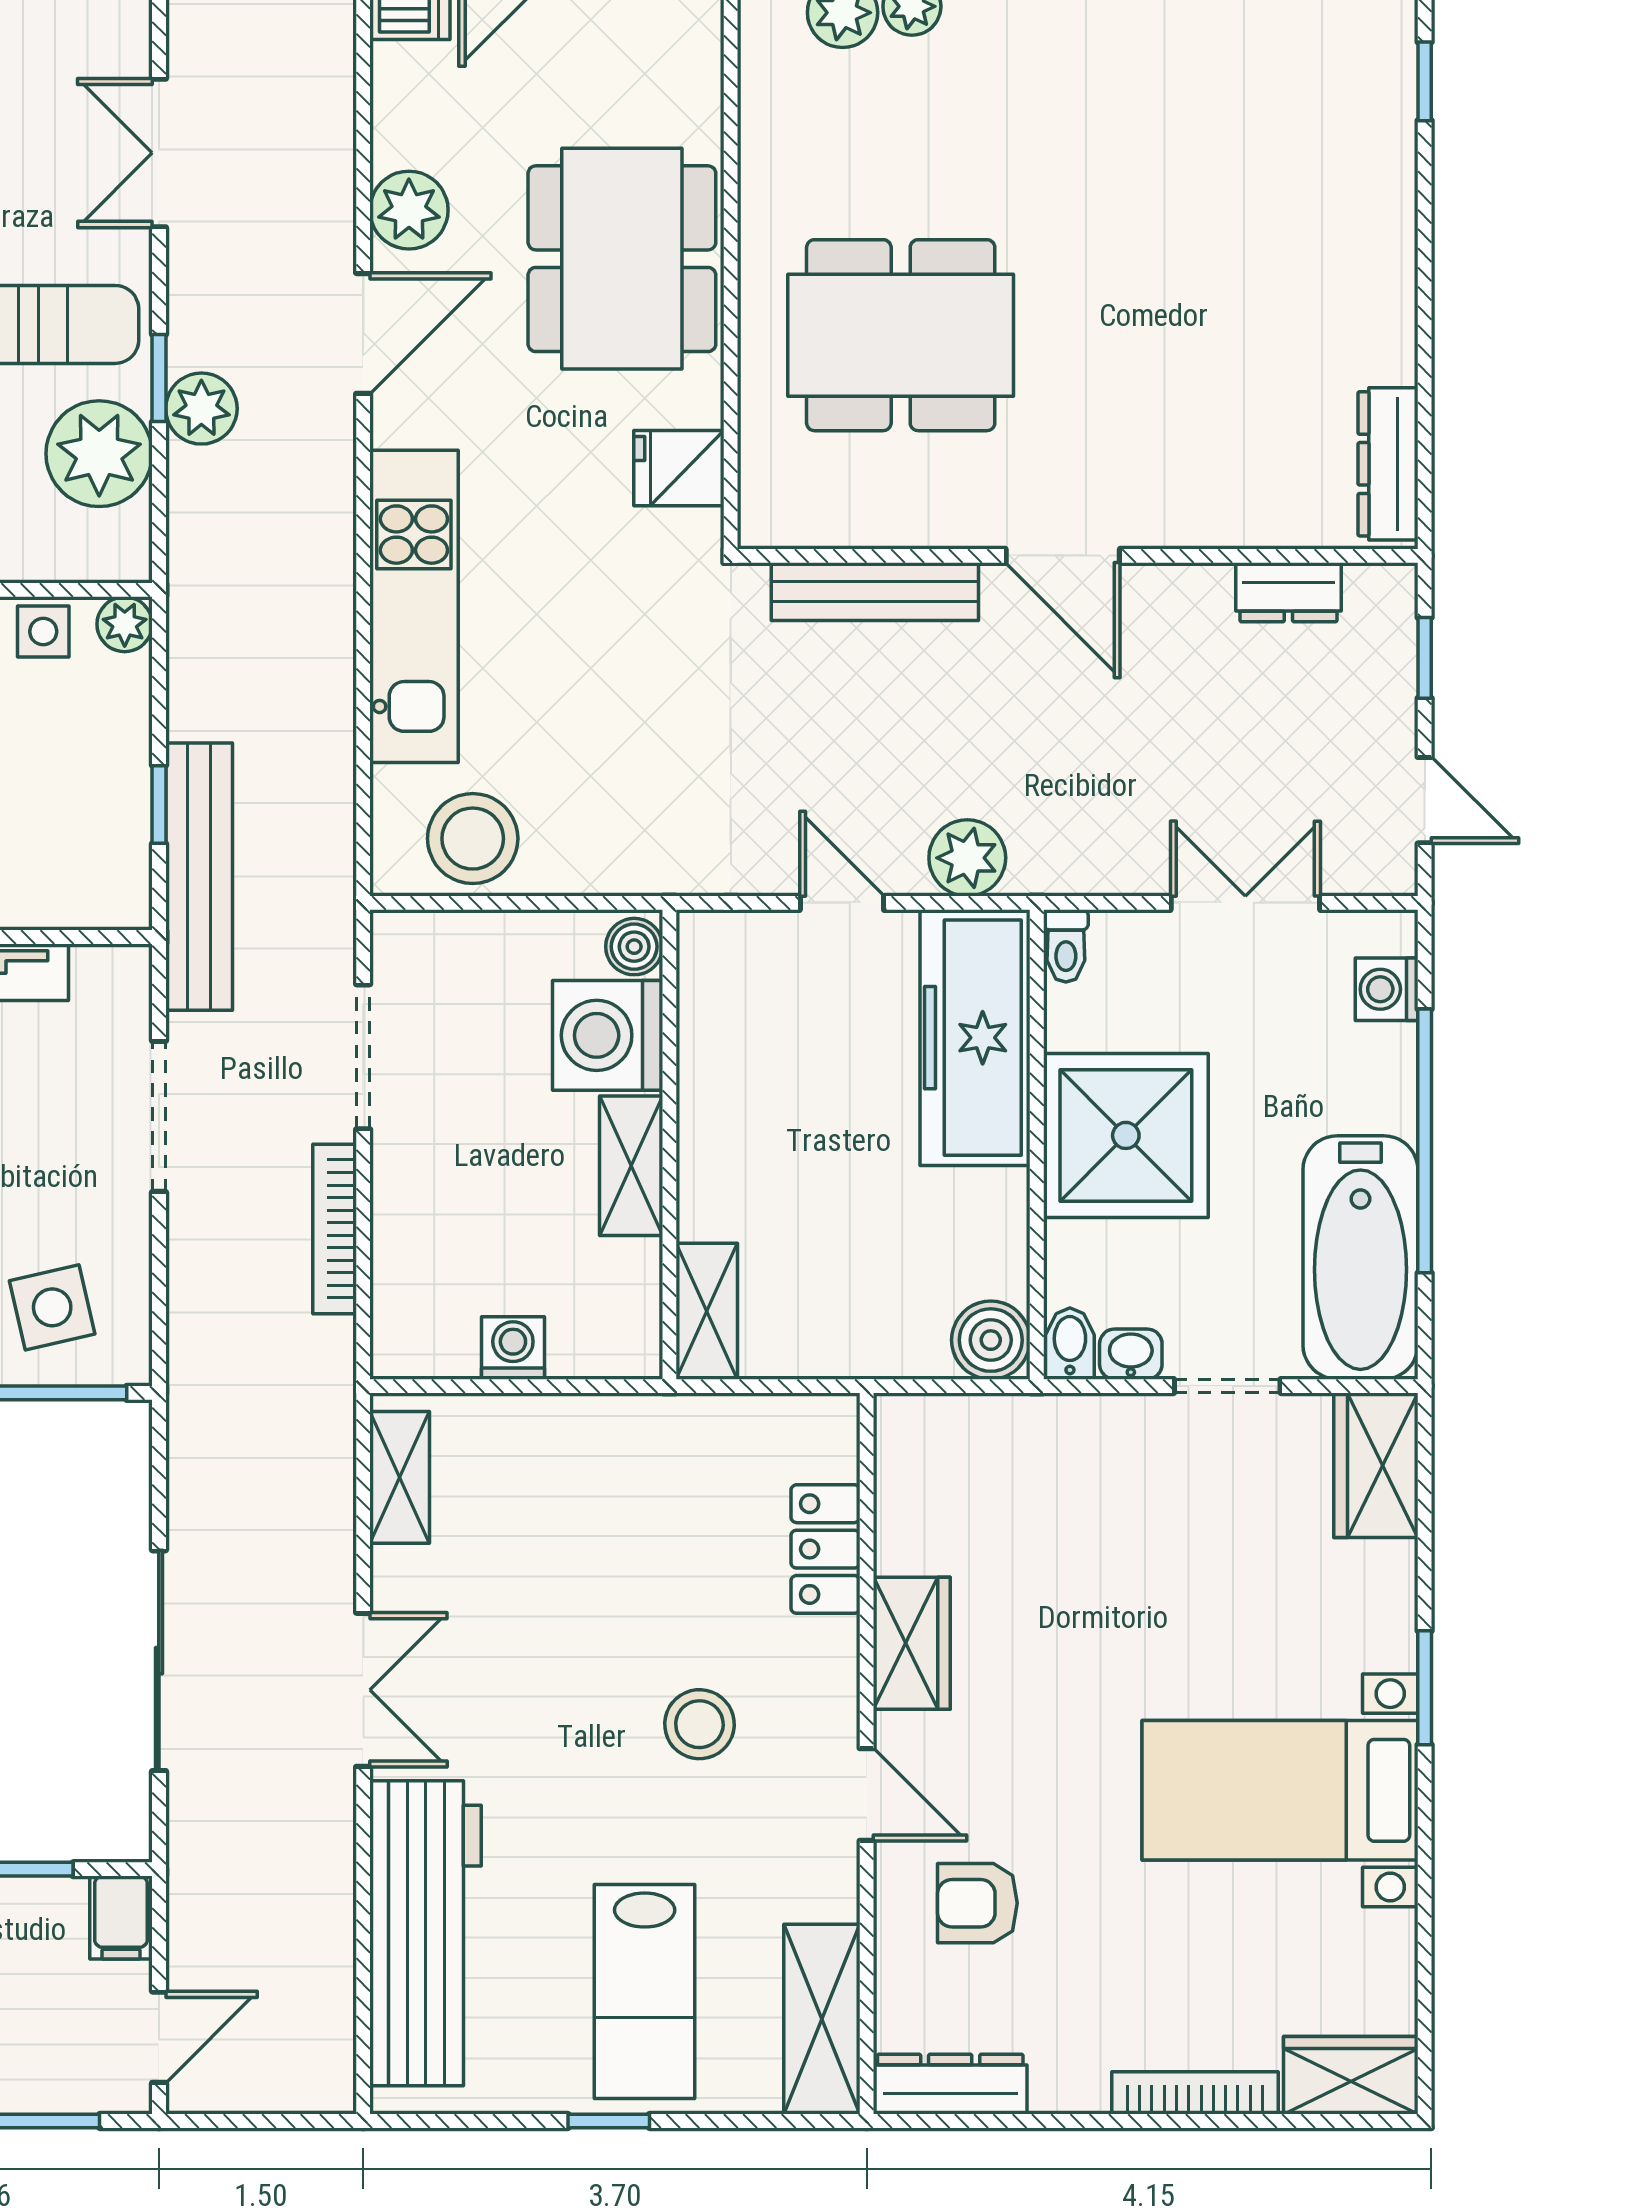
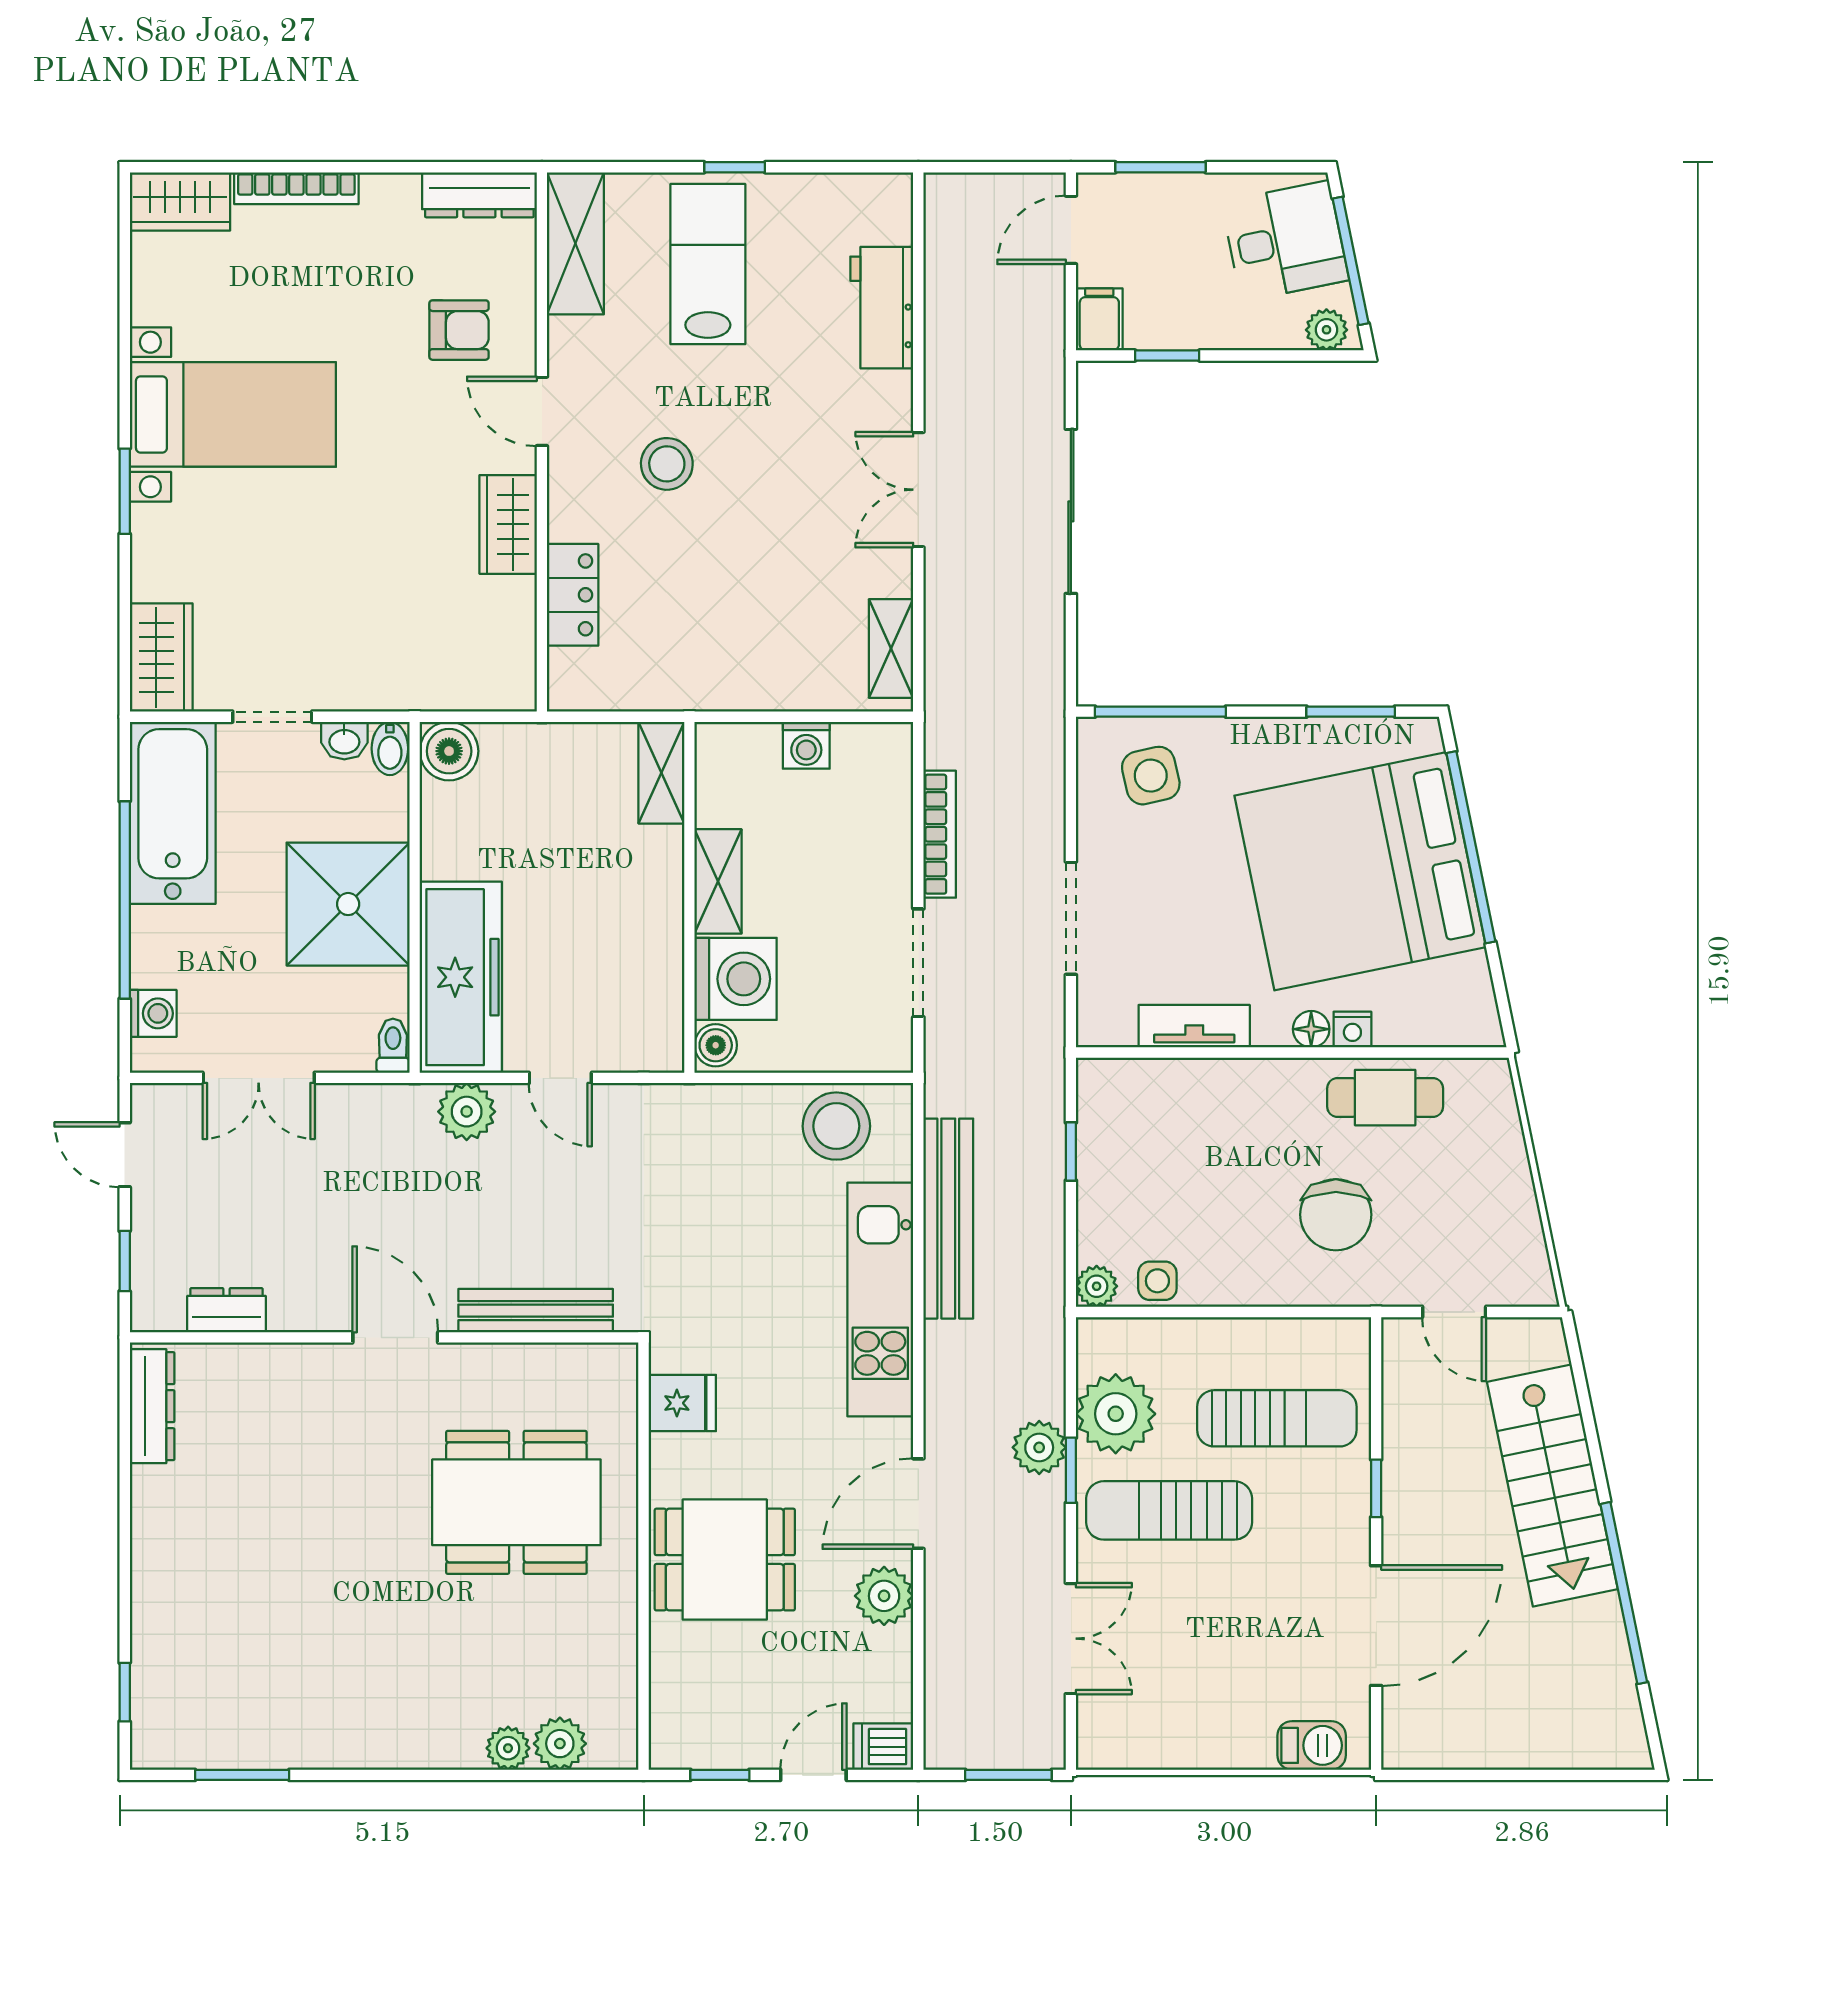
dining table: (622, 259) -> (725, 1560), width x0.73
bench: (199, 877) -> (948, 1219), moved
workbench: (426, 1933) -> (882, 308), width x0.53, depth x0.76

